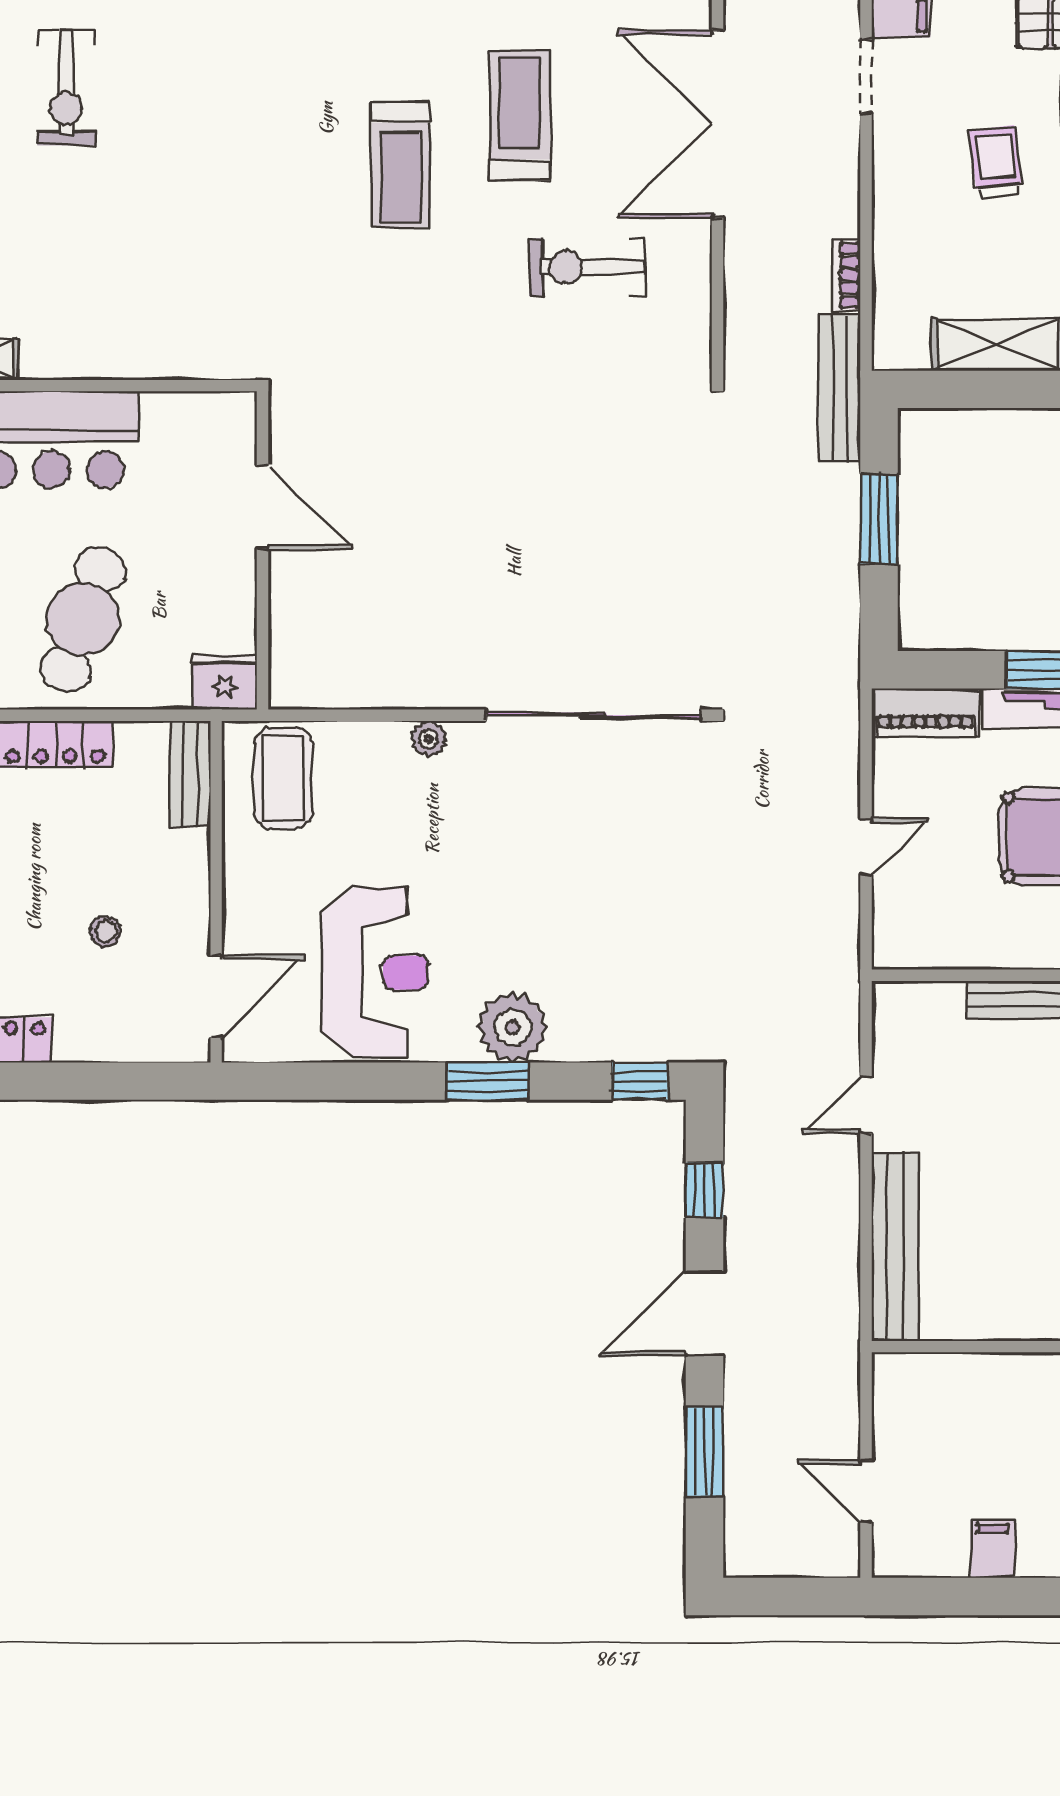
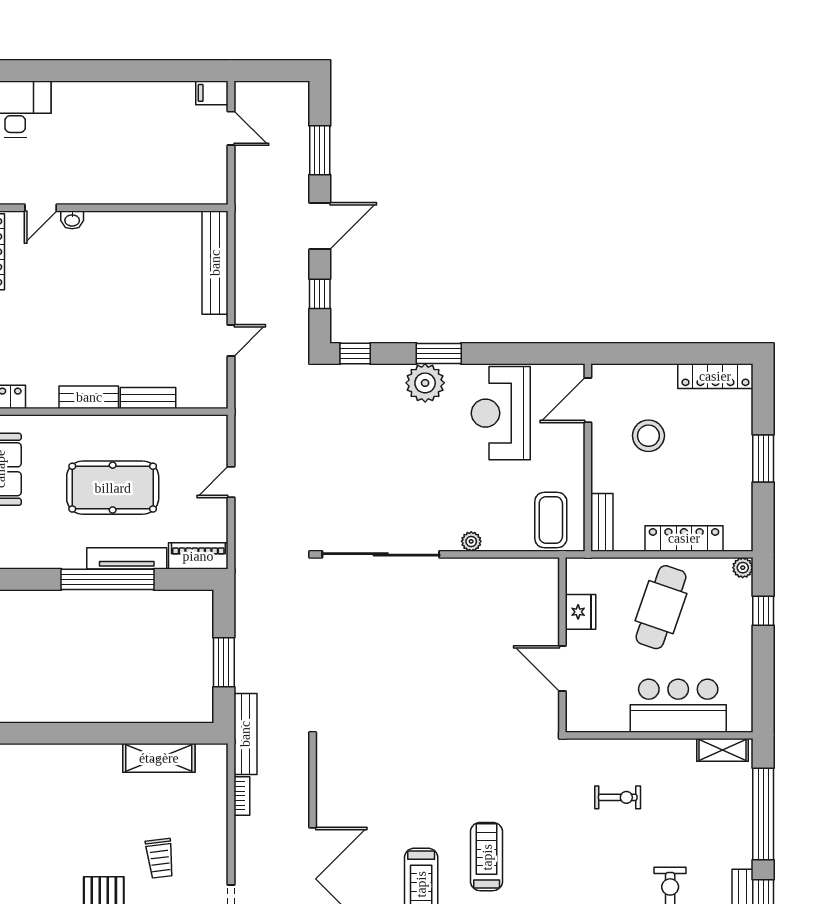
exercise bike: (587, 267) -> (618, 797), moved, width x0.73, depth x0.72
fridge: (225, 682) -> (580, 612), moved, turned -90
stool: (106, 931) -> (648, 436), width x1.89, depth x1.89
filing cabinet: (992, 1549) -> (212, 93), moved, turned 90

